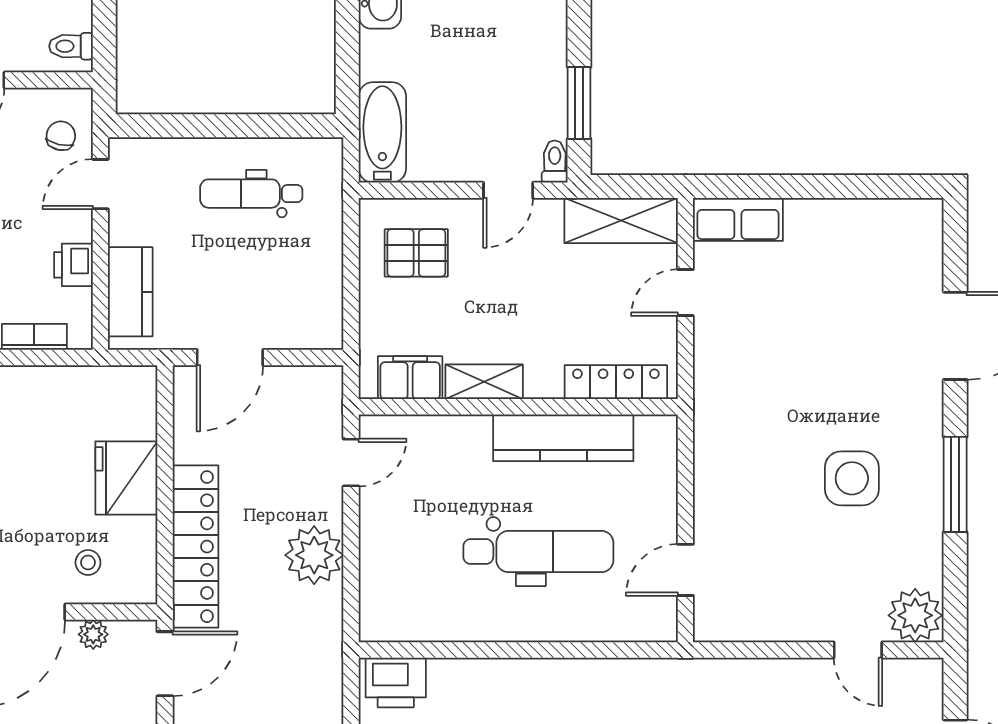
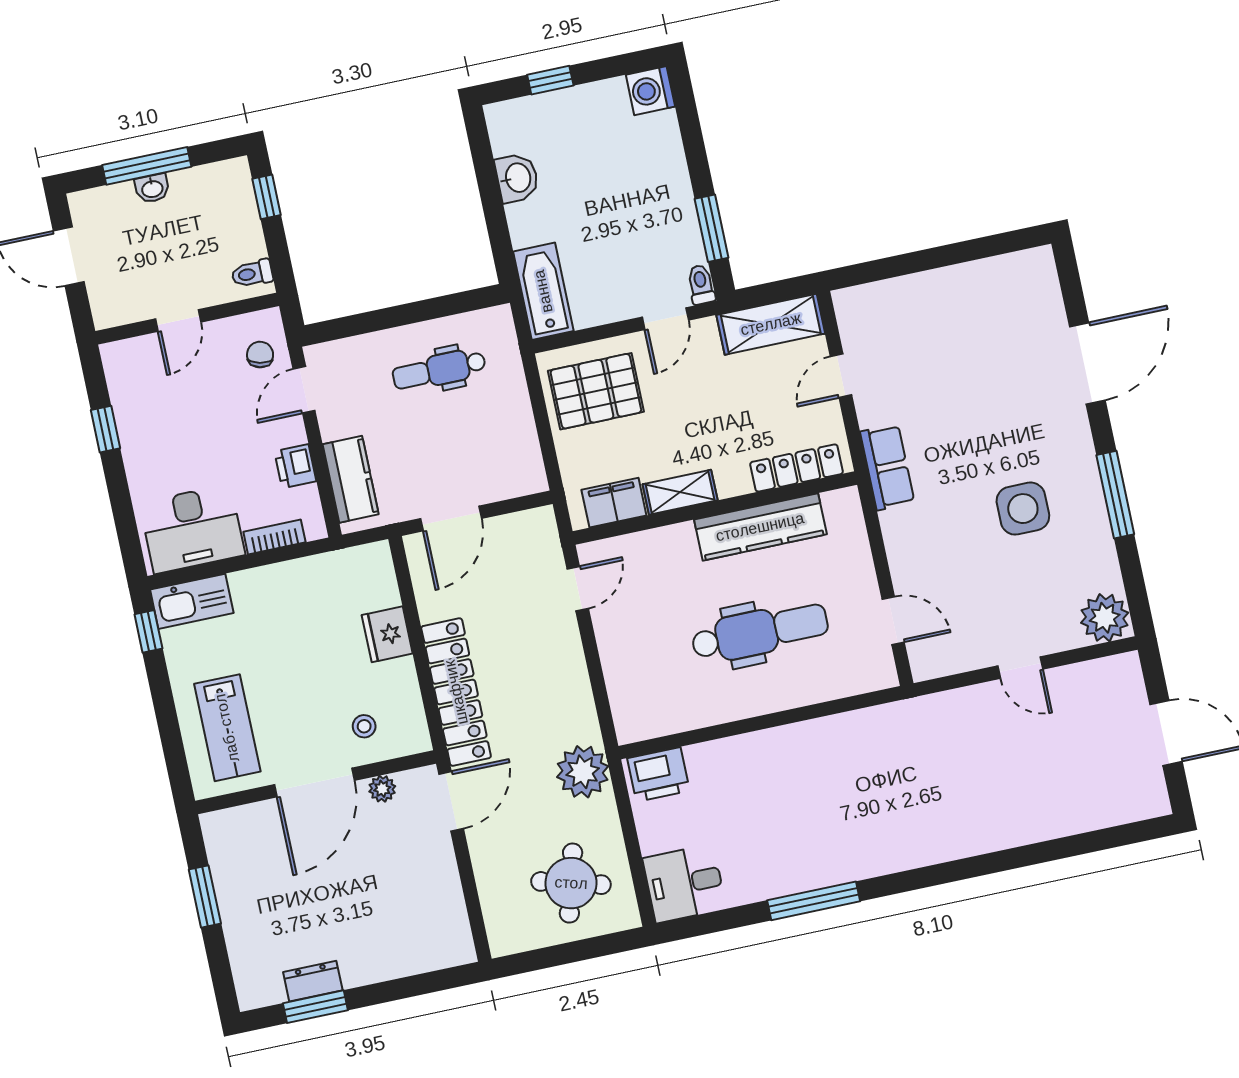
row of seats: (738, 219) -> (887, 467), moved, turned -90
pallet: (416, 253) -> (596, 391), width x1.50, depth x1.42
fridge: (126, 478) -> (387, 634), width x0.73, depth x0.75
plant: (314, 555) -> (583, 772), moved
door: (685, 570) -> (893, 621), swing flipped
door: (858, 650) -> (1020, 668), moved

